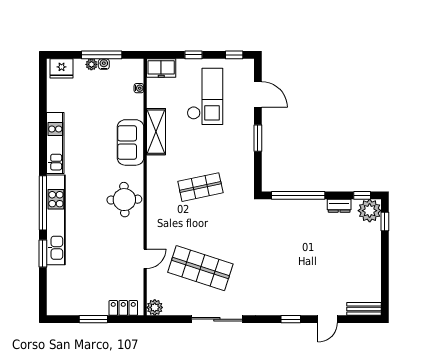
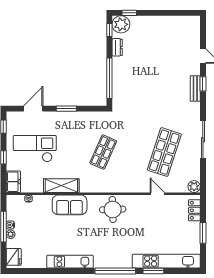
shop shelf: (200, 187) -> (103, 152), turned 36
kitchen unit: (56, 220) -> (166, 261), moved
bench: (364, 309) -> (195, 88), moved

